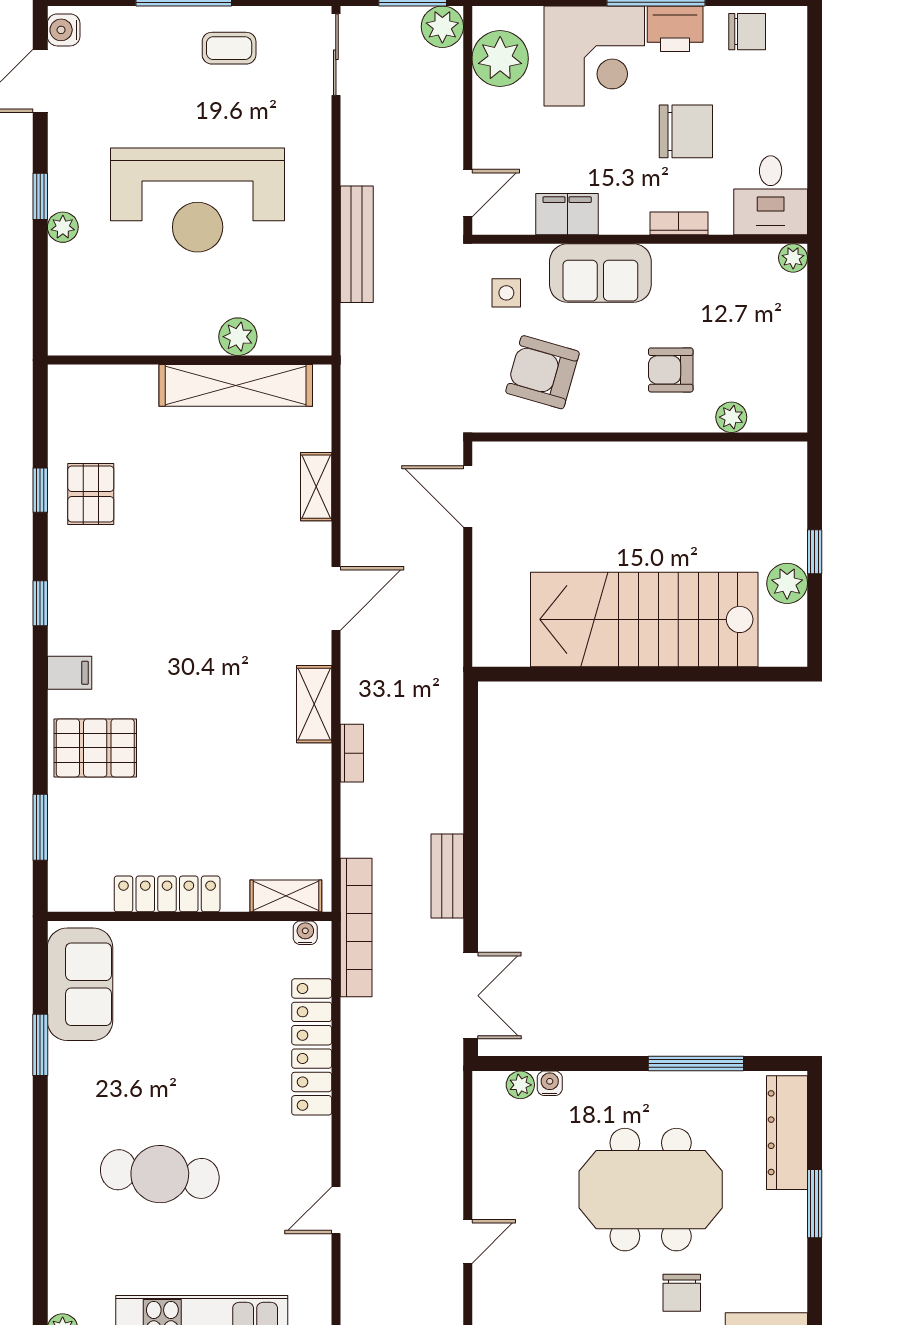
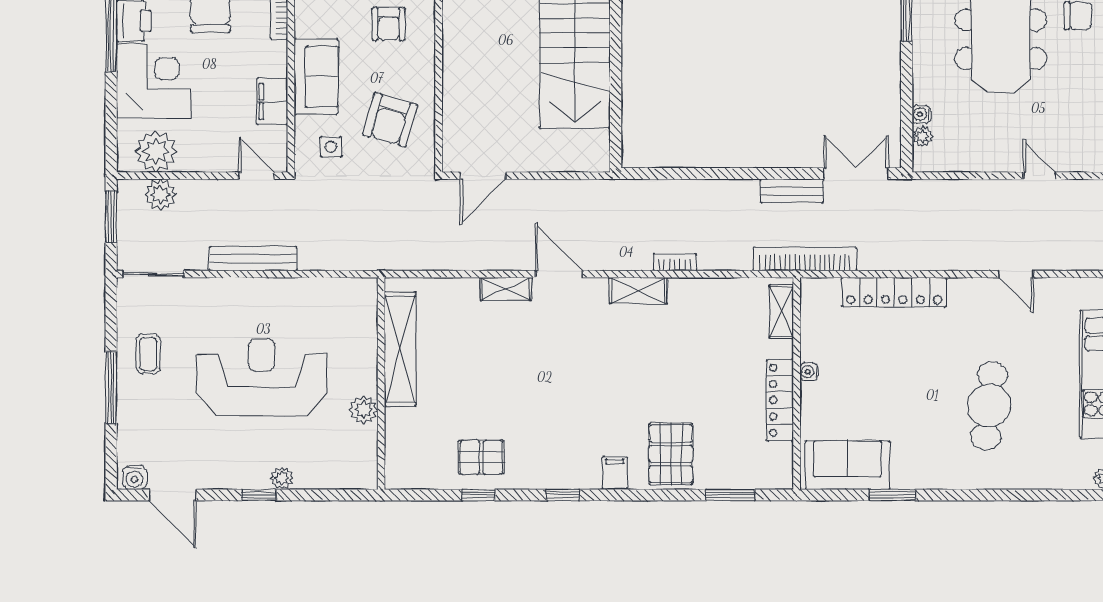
plant: (442, 27) -> (161, 195), moved
reception desk: (198, 200) -> (262, 377), turned -90
bench: (357, 244) -> (253, 259), moved
plant: (238, 337) -> (364, 410), moved
shelving: (316, 487) -> (506, 289), moved
bench: (447, 876) -> (792, 191), moved
water cooler: (305, 933) -> (809, 372), moved

